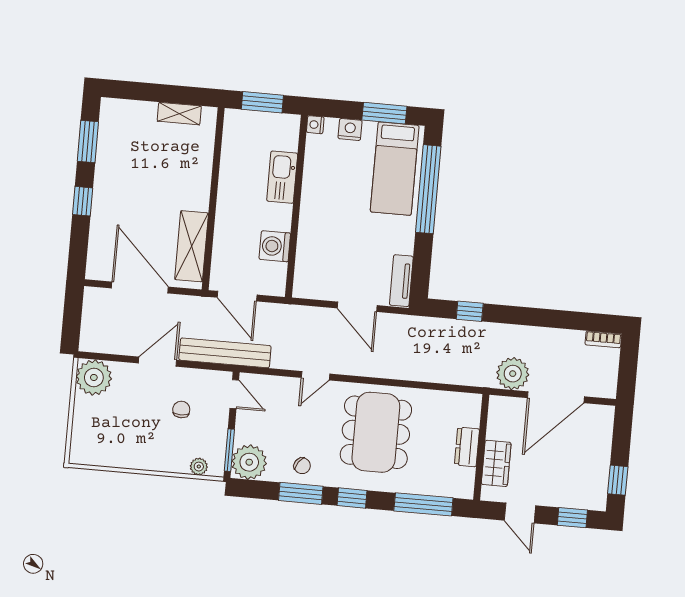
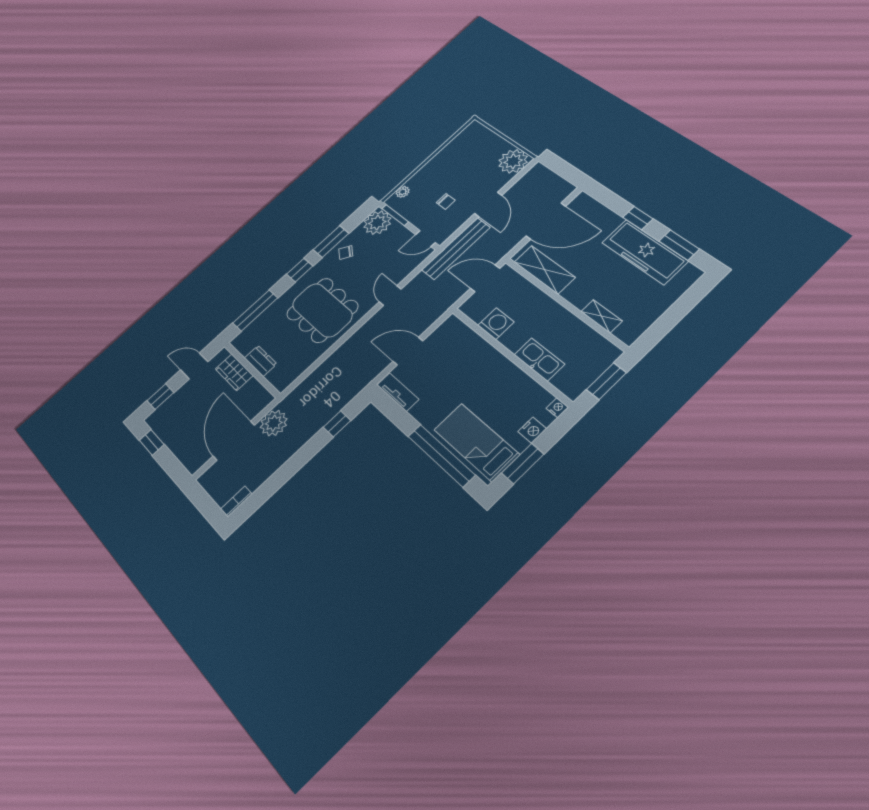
shelving: (179, 114) -> (602, 316), moved, turned 90
freezer: (114, 167) -> (645, 252), added

